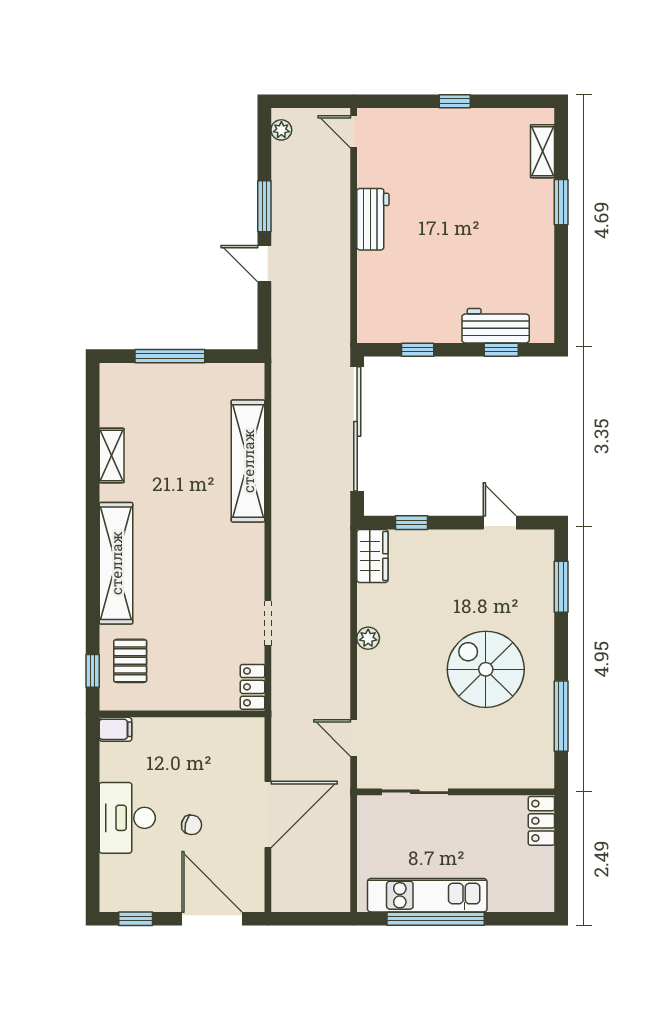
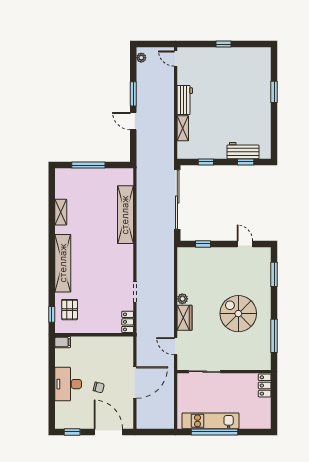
shelving: (542, 151) -> (183, 128), moved
wardrobe: (372, 556) -> (184, 318), moved

